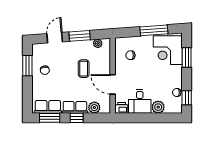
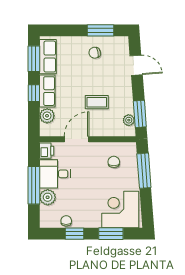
window: (154, 30) -> (144, 171), moved
window: (80, 36) -> (140, 114), moved
window: (187, 98) -> (74, 234), moved
window: (149, 118) -> (34, 185), added

